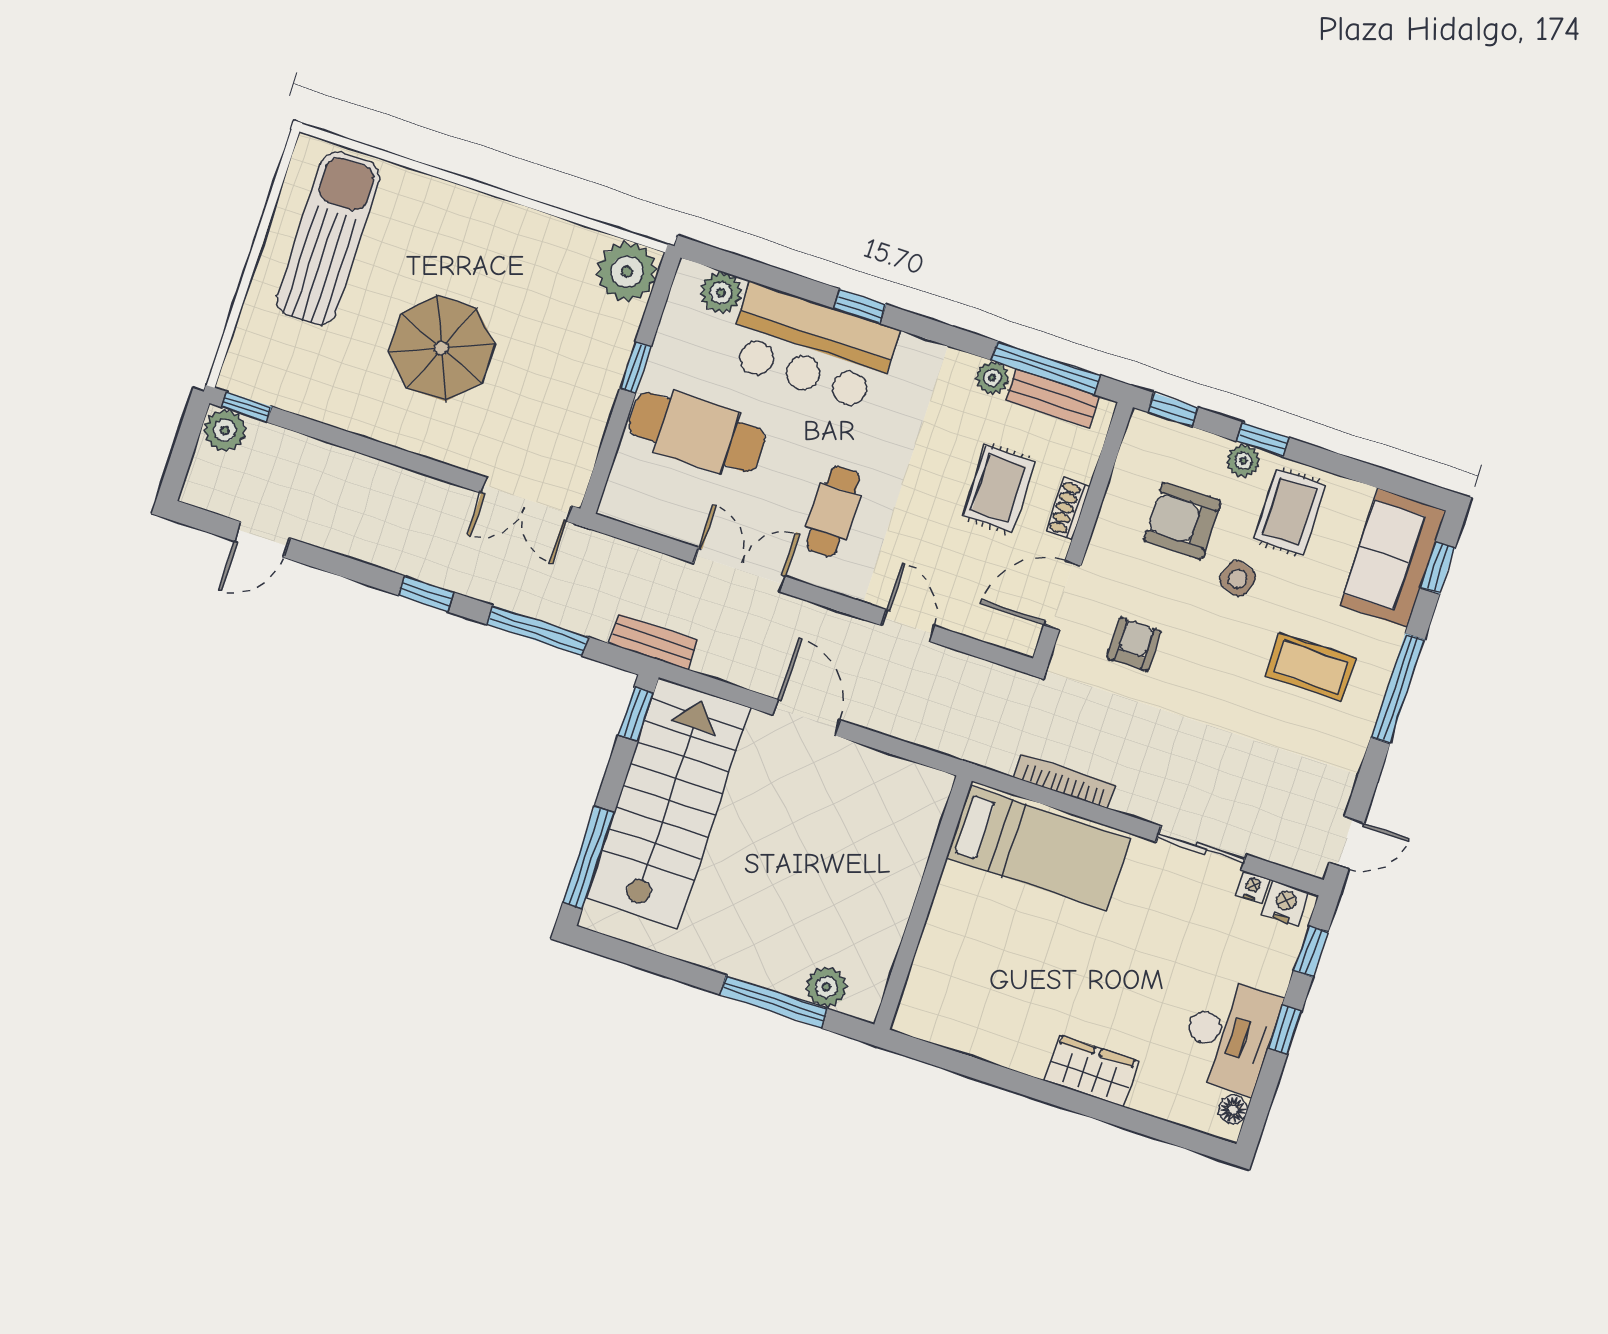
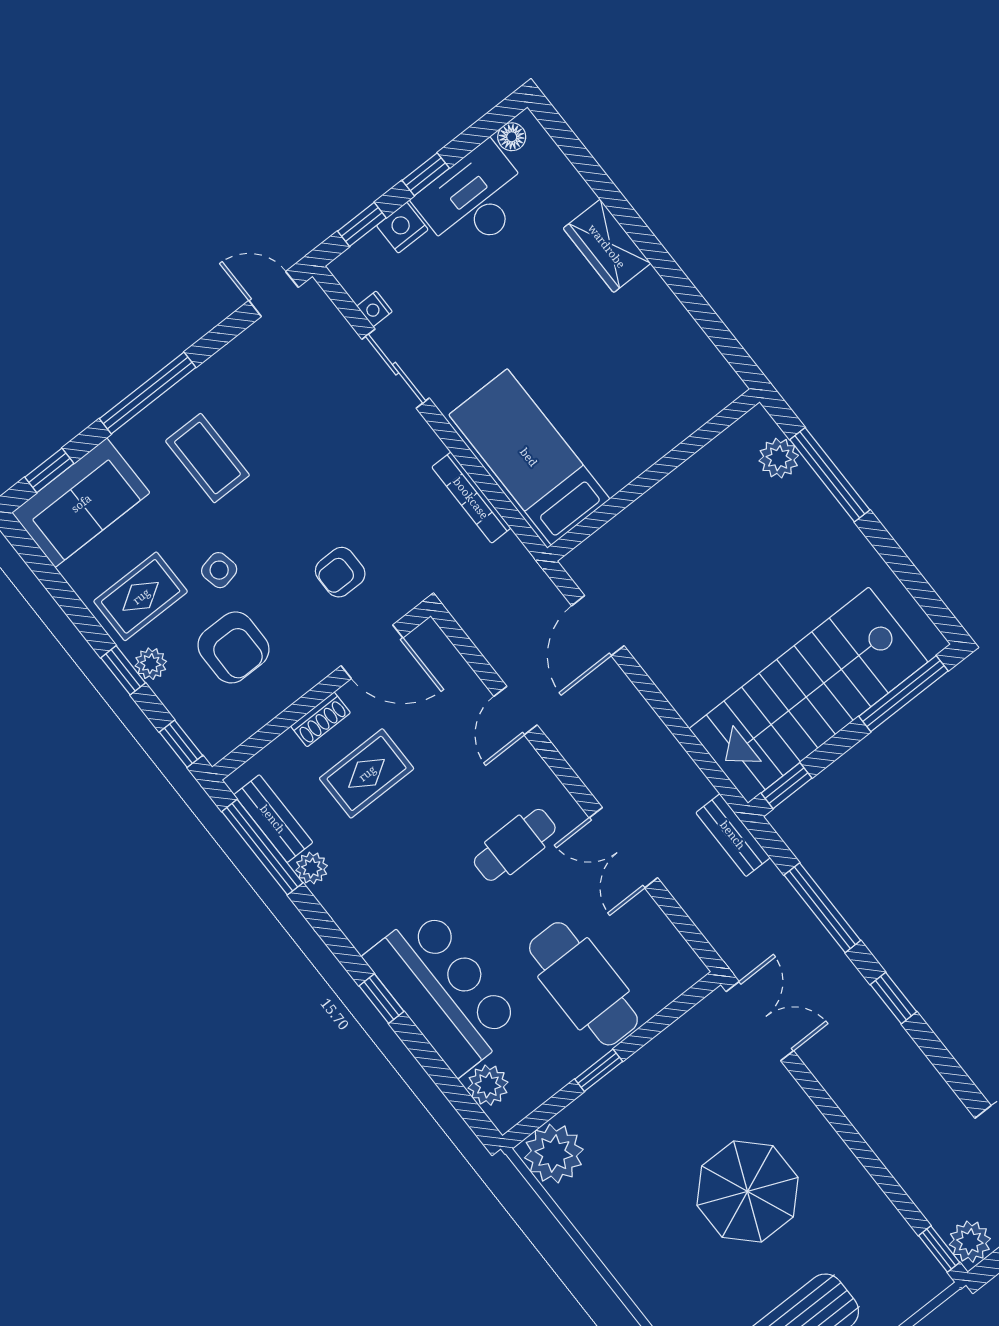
side table: (1238, 578) -> (219, 570), turned -32
door: (807, 718) -> (598, 626), moved
nightstand: (1285, 903) -> (402, 228), moved, turned 90

